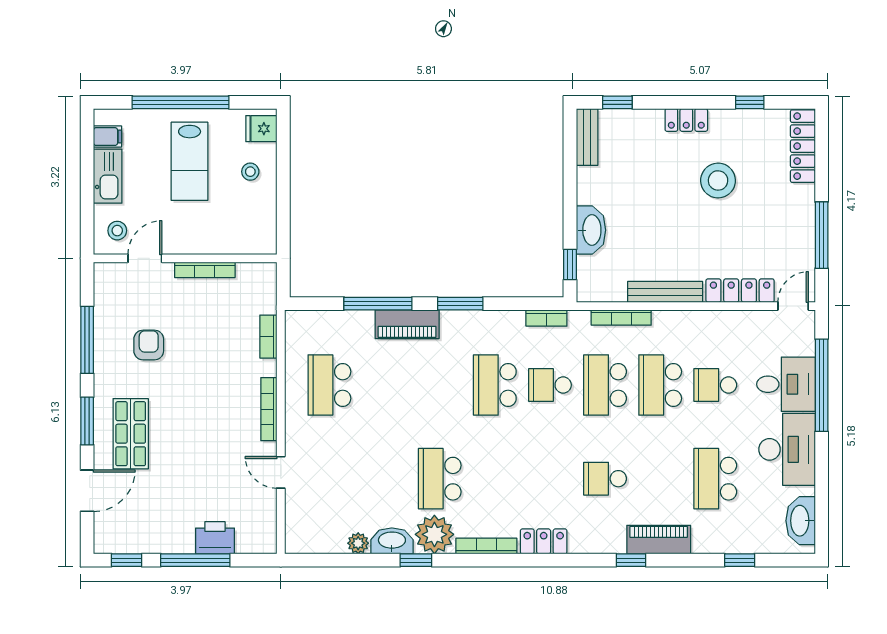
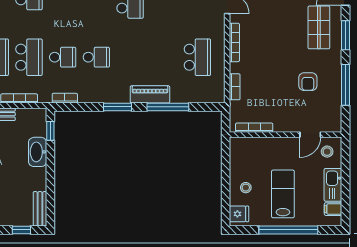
bookcase: (205, 270) -> (254, 128), moved
school desk: (495, 385) -> (96, 57), width x0.54

